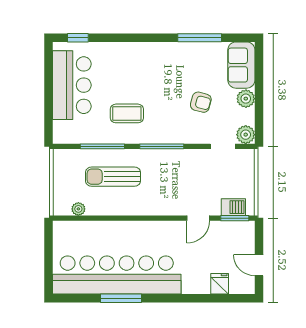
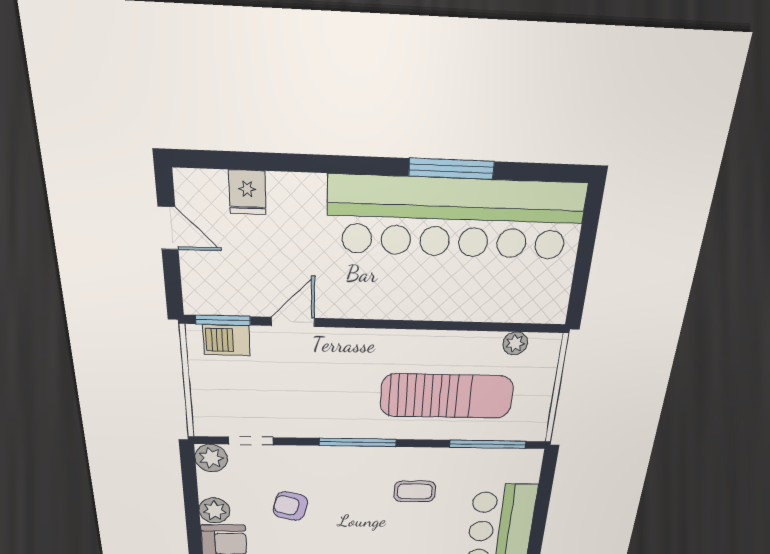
coffee table: (127, 113) -> (415, 491), width x0.73, depth x0.77
window: (102, 146) -> (488, 444), moved
sun lounger: (113, 177) -> (447, 396), width x1.36, depth x1.34

